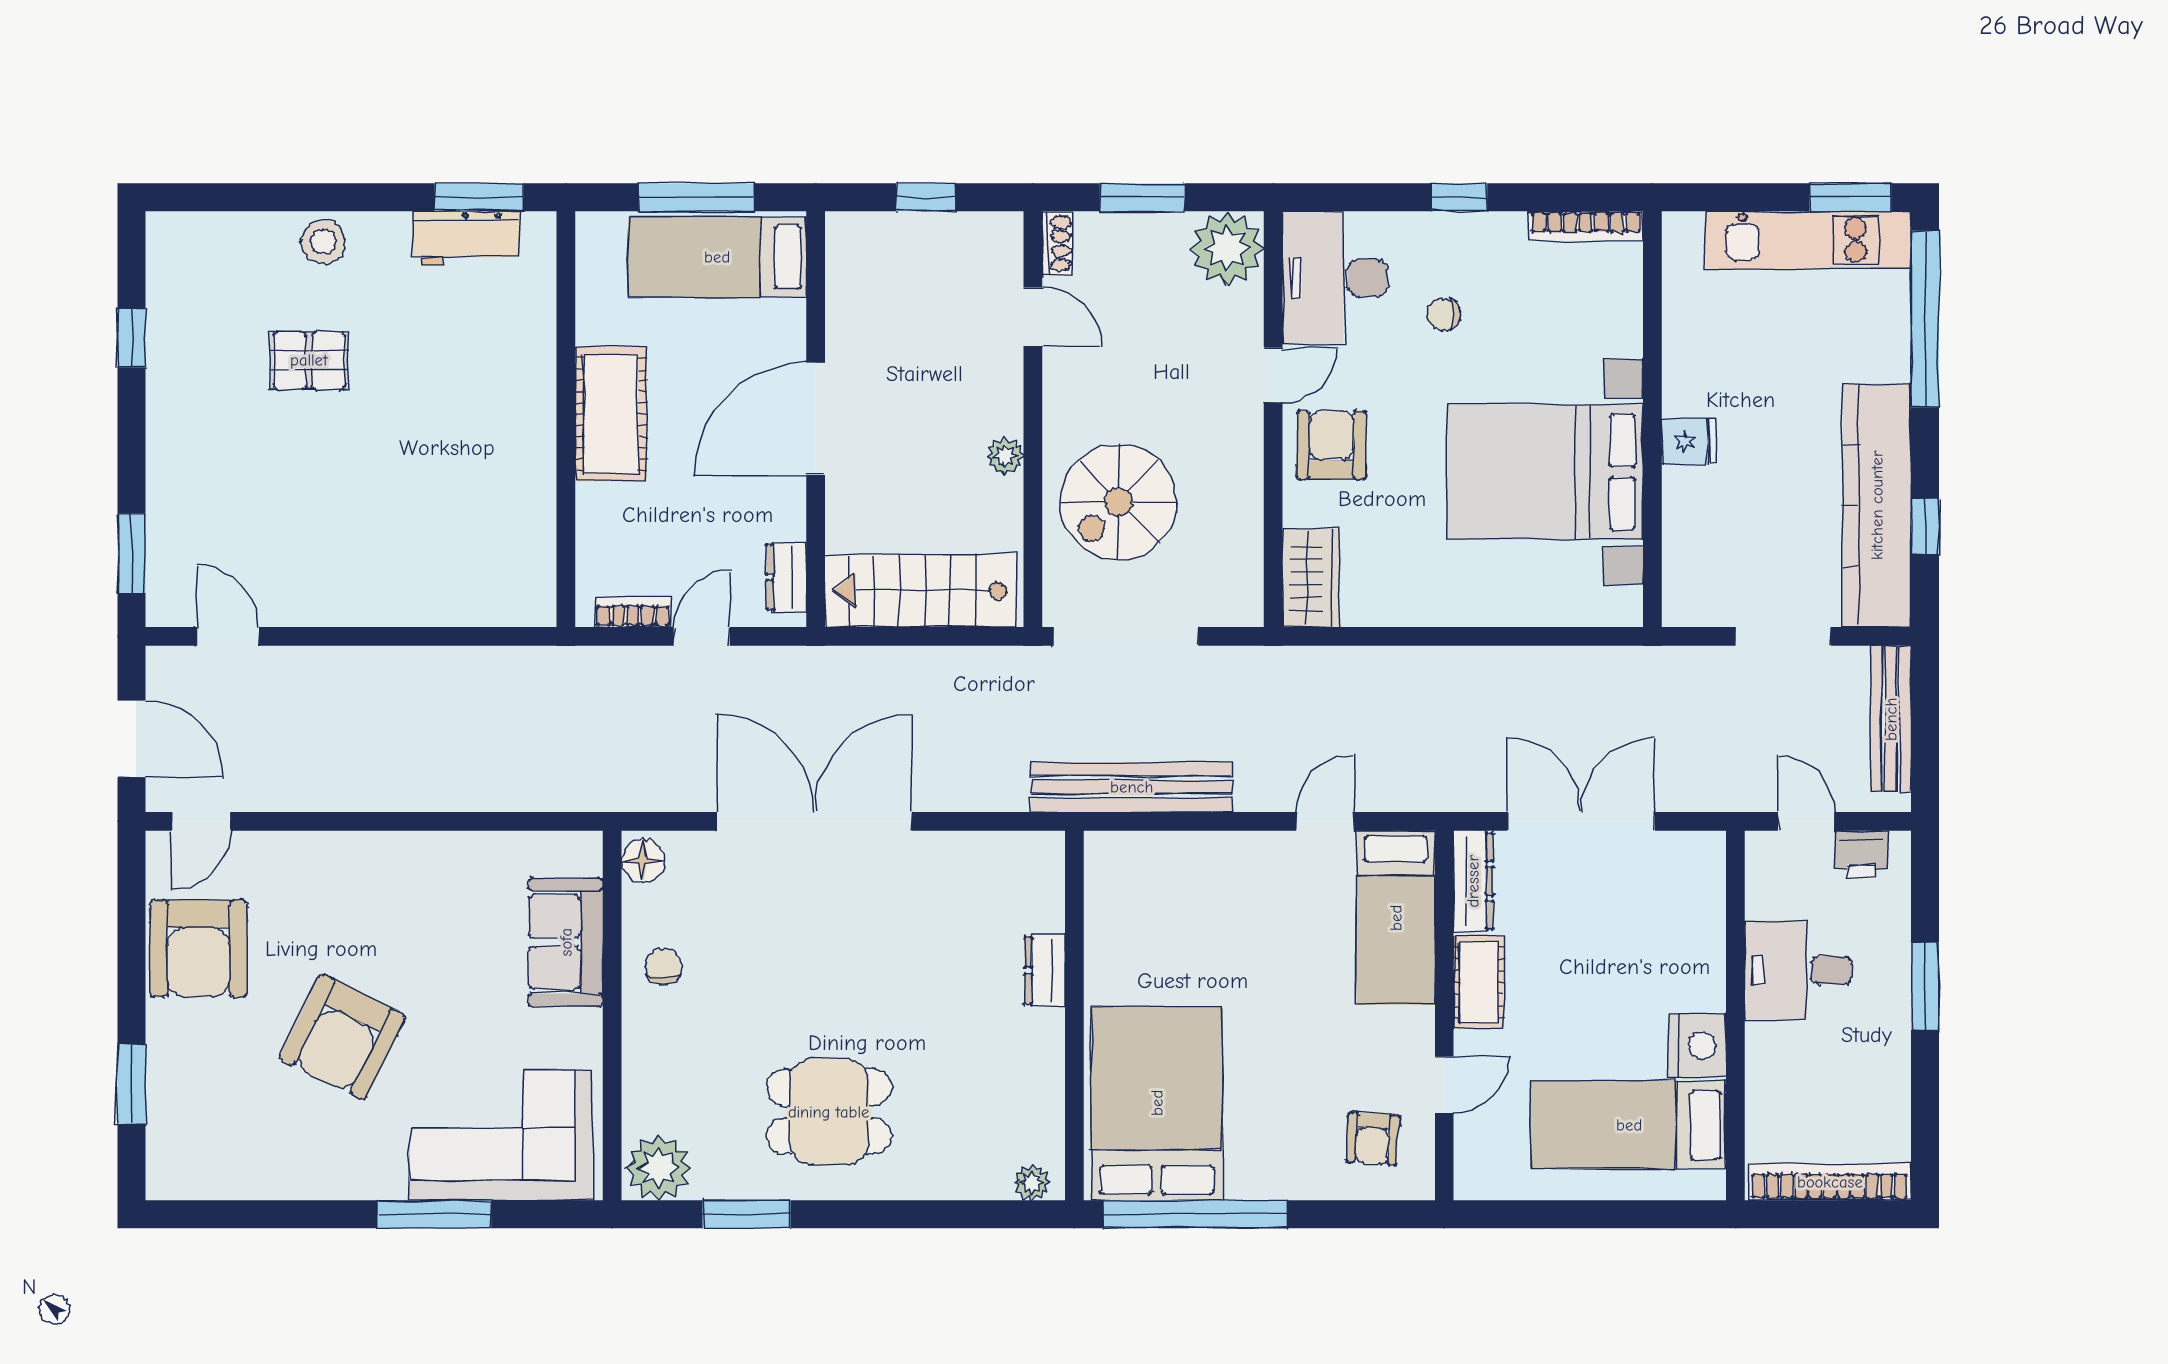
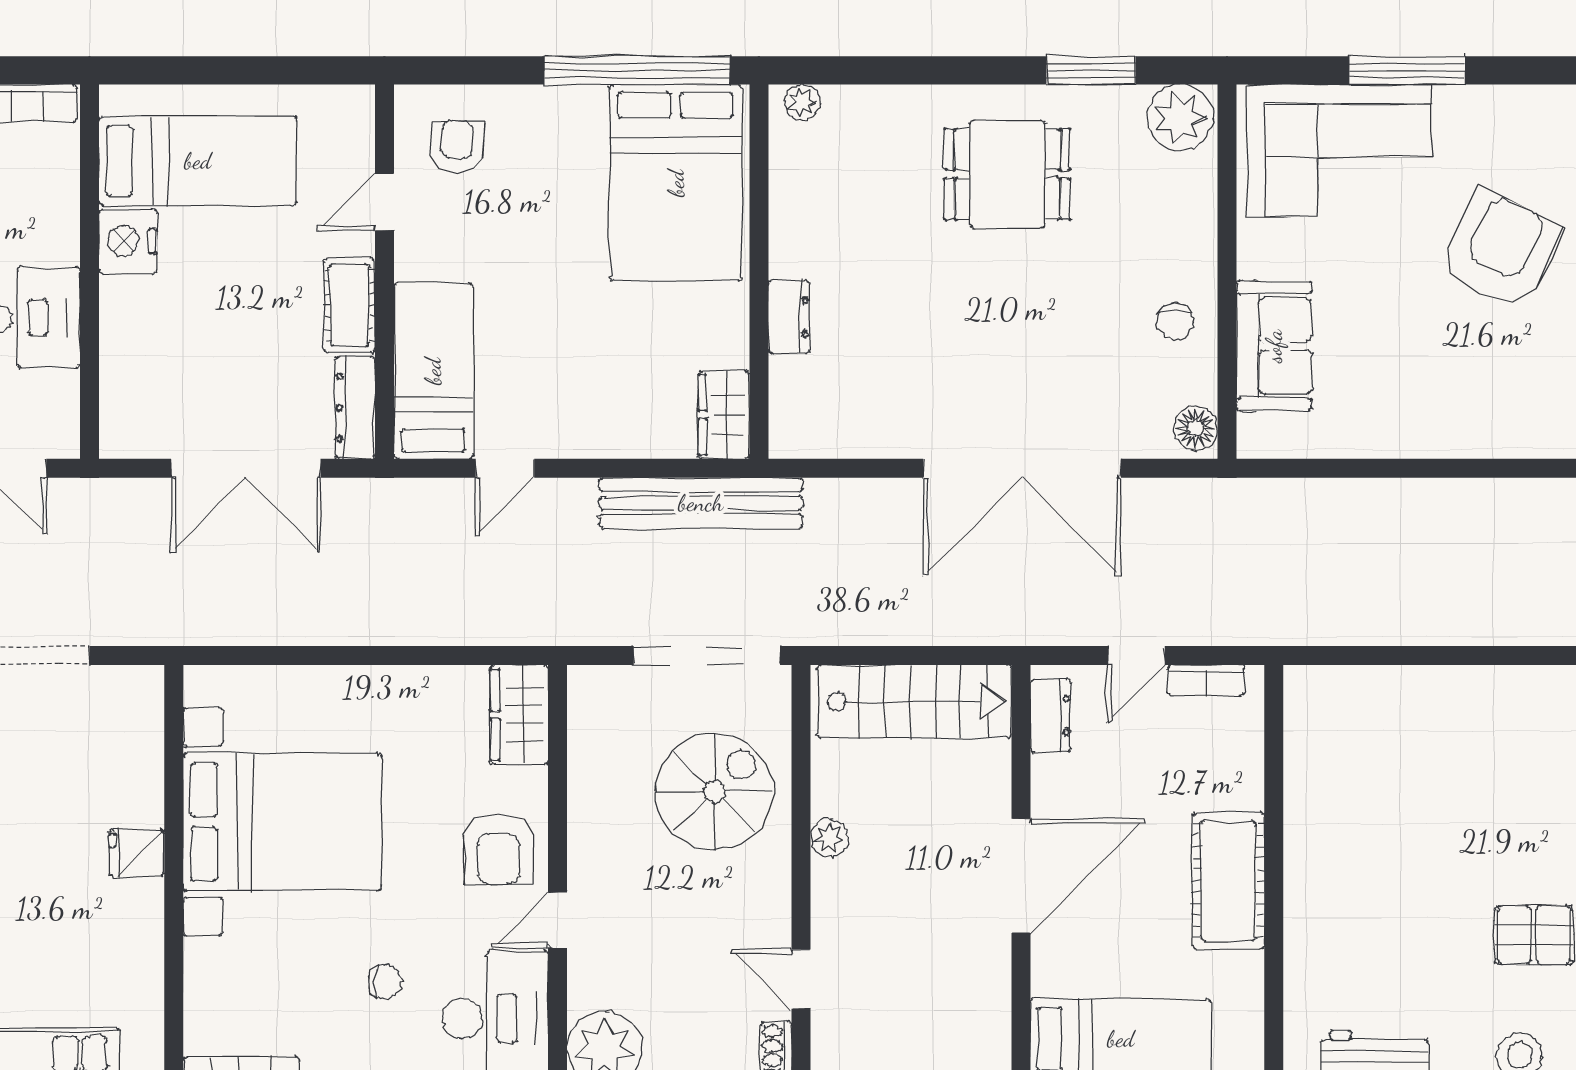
wardrobe: (1109, 874) -> (724, 415), added

